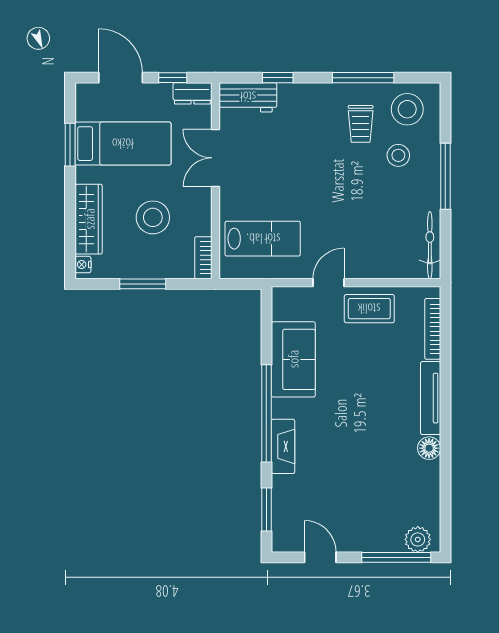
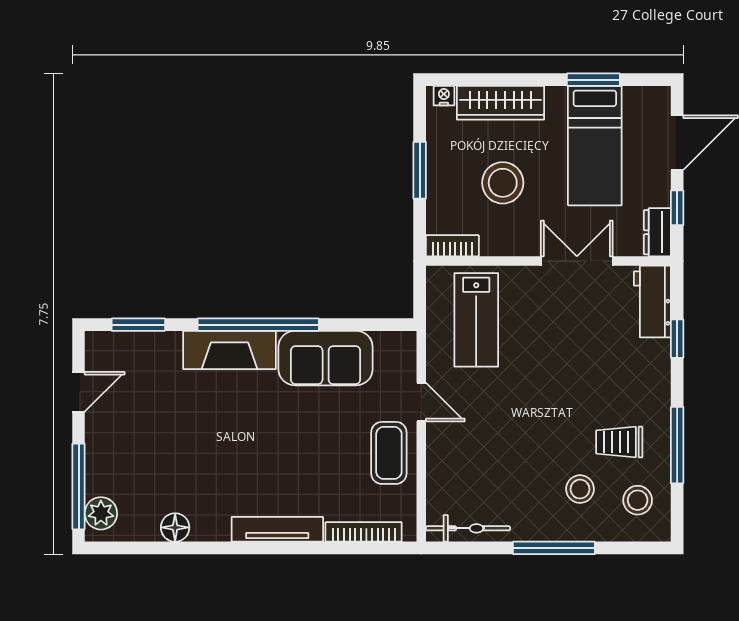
stool: (407, 109) -> (638, 500), width x0.73, depth x0.73
fireplace: (283, 446) -> (230, 350), width x1.37, depth x1.32
floor lamp: (429, 448) -> (175, 527), moved

